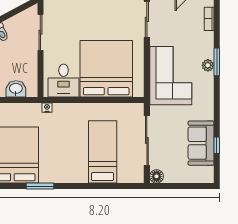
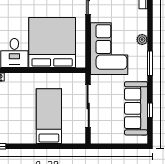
window: (217, 62) -> (150, 63), moved
sofa: (201, 143) -> (136, 108), width x1.36
floor lamp: (157, 176) -> (97, 138), removed

